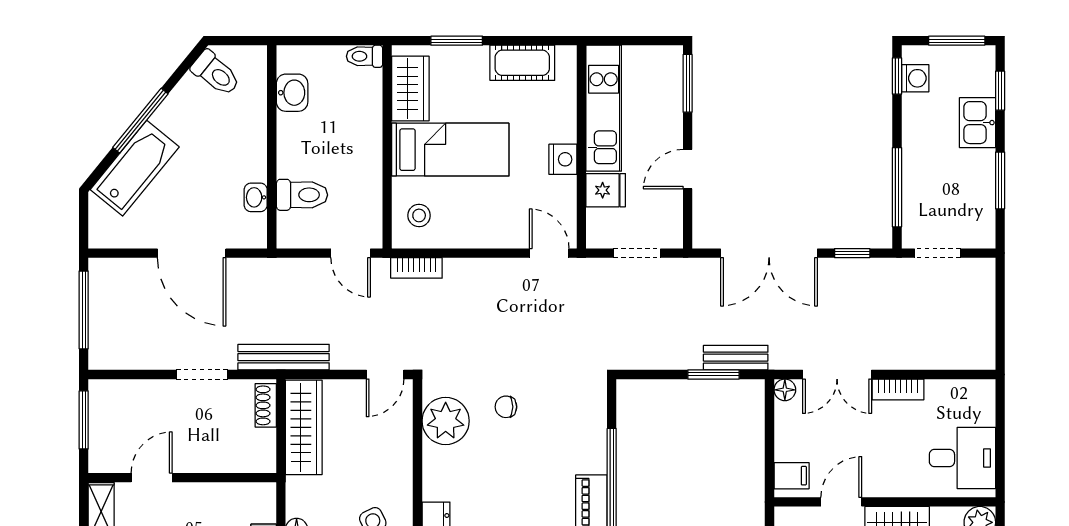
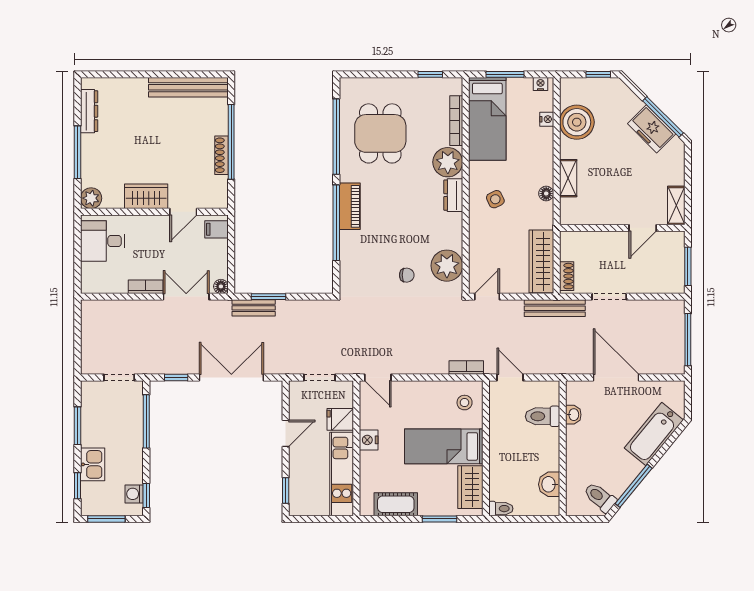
window: (688, 83) -> (286, 491), width x0.67
window: (140, 121) -> (634, 486), moved

